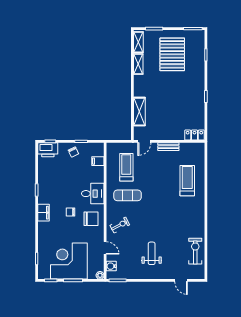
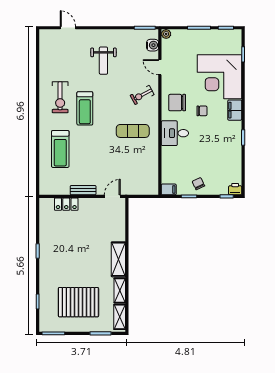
pallet: (172, 54) -> (78, 302), turned 90
shelving: (139, 112) -> (118, 259), moved
locker: (194, 135) -> (66, 204), moved
printer: (48, 150) -> (235, 189), width x0.53, depth x0.68
filing cabinet: (98, 161) -> (169, 189), moved
treadmill: (126, 167) -> (85, 108), moved
exercise bike: (195, 251) -> (60, 97), moved
corner desk: (69, 261) -> (219, 77), moved, turned 90

